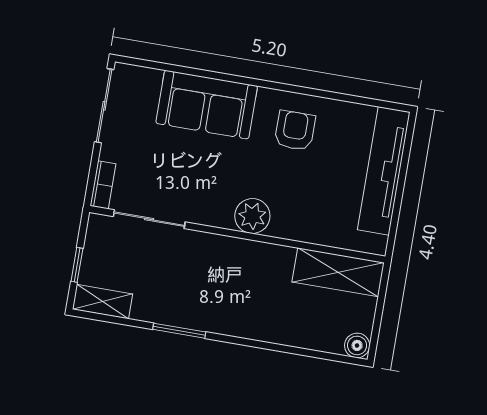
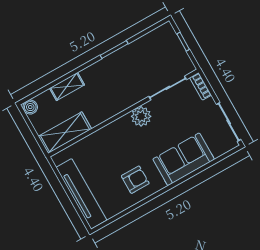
armchair: (295, 131) -> (135, 180), turned -90
plant: (252, 216) -> (141, 116), moved
shelving: (102, 302) -> (67, 86), moved

